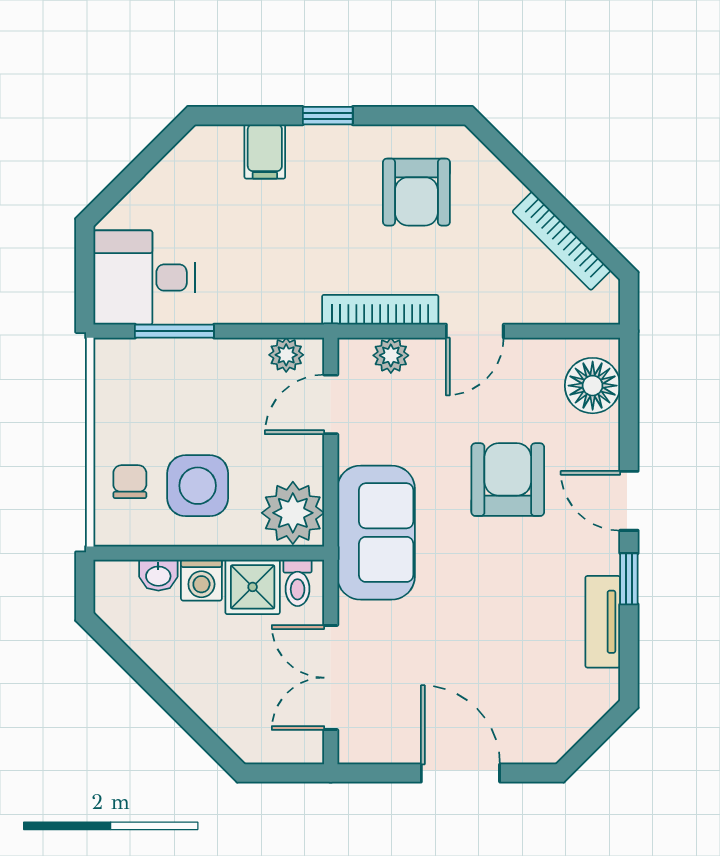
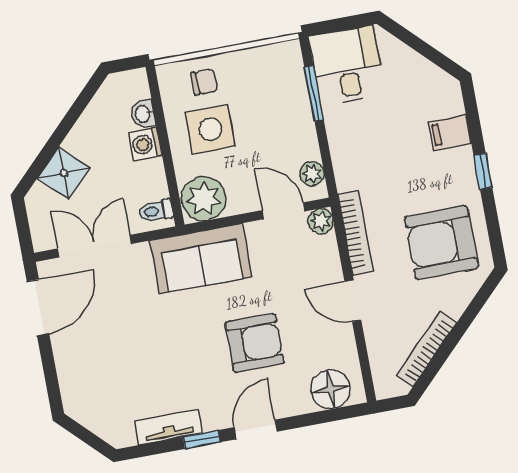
armchair: (416, 192) -> (441, 243), width x1.36, depth x1.36
plant: (391, 355) -> (321, 221), moved
shower: (253, 587) -> (64, 173), moved, turned 45
door: (460, 773) -> (38, 308), moved

